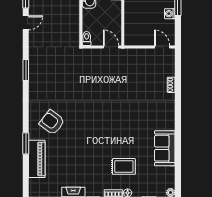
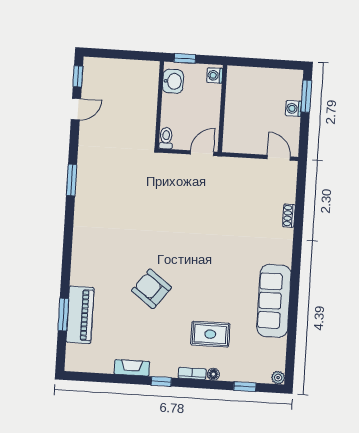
door: (111, 47) -> (202, 153), hinge flipped
armchair: (52, 122) -> (151, 289), moved
window: (26, 143) -> (63, 315), moved
sofa: (165, 148) -> (274, 301), width x1.36

